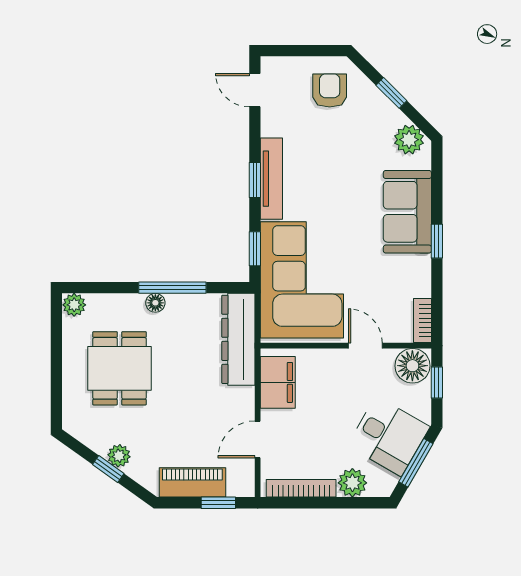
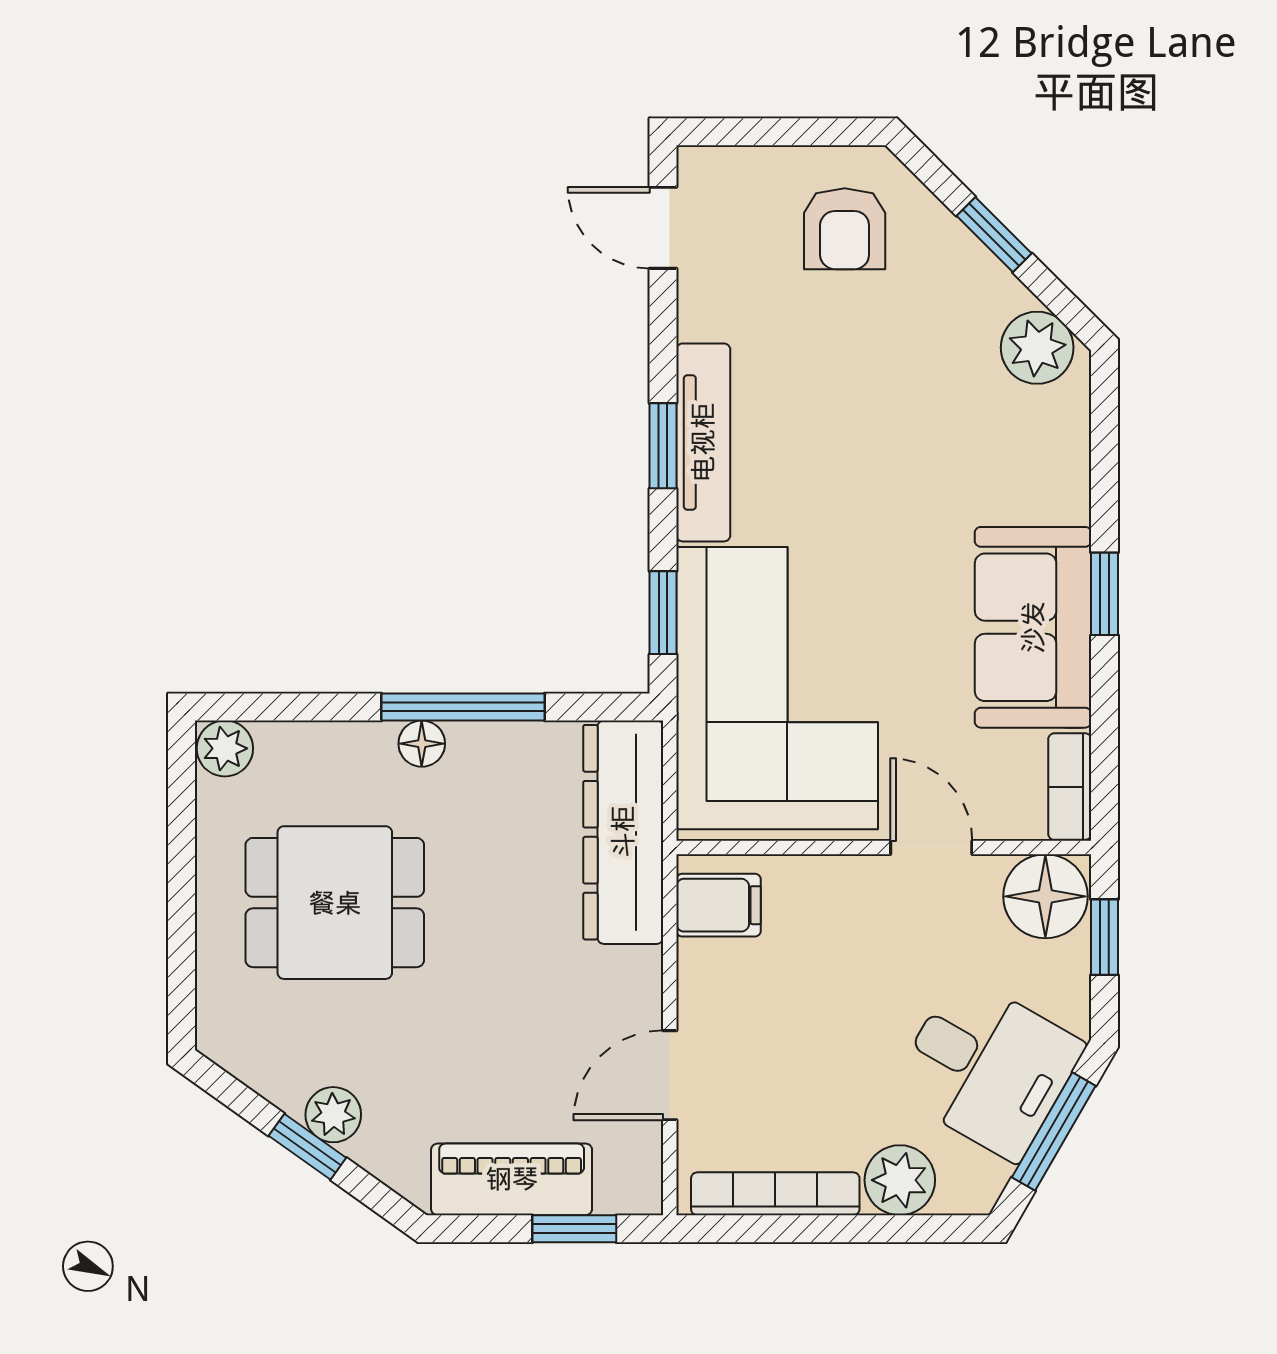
armchair: (330, 91) -> (845, 229), turned 180
sofa: (407, 212) -> (1033, 627), moved
dining table: (120, 368) -> (335, 903), turned 90
filing cabinet: (278, 382) -> (719, 905), width x0.50

